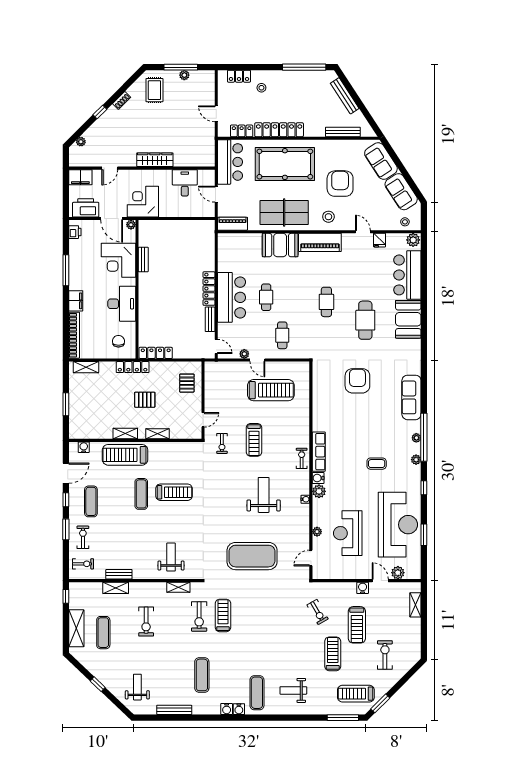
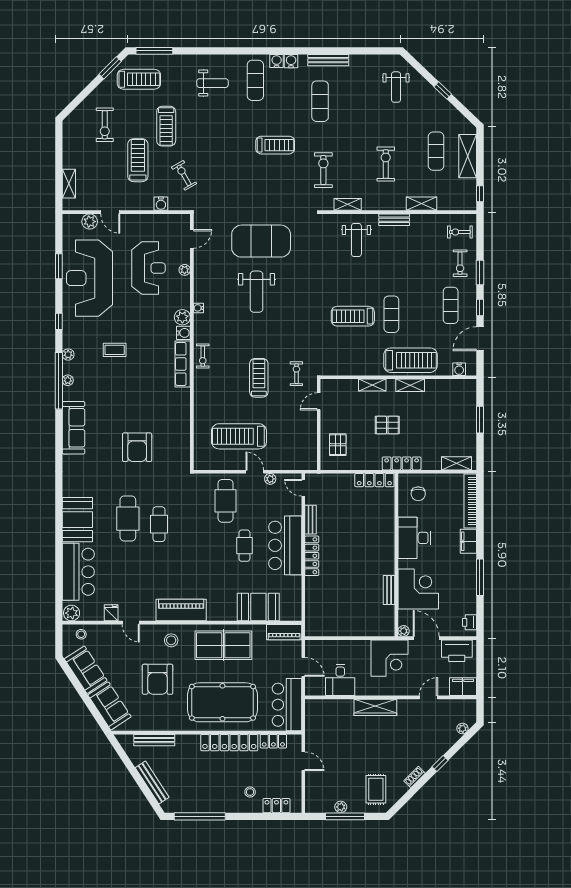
booth: (280, 245) -> (258, 607), moved
cafe table: (326, 302) -> (159, 524), moved
cafe table: (282, 335) -> (226, 501), width x1.37, depth x1.35
weight bench: (264, 495) -> (257, 292), moved
bench: (119, 574) -> (394, 220), moved
water cooler: (363, 588) -> (161, 204), moved
treadmill: (223, 615) -> (275, 145), moved, turned -90
bench: (174, 710) -> (328, 60), moved

